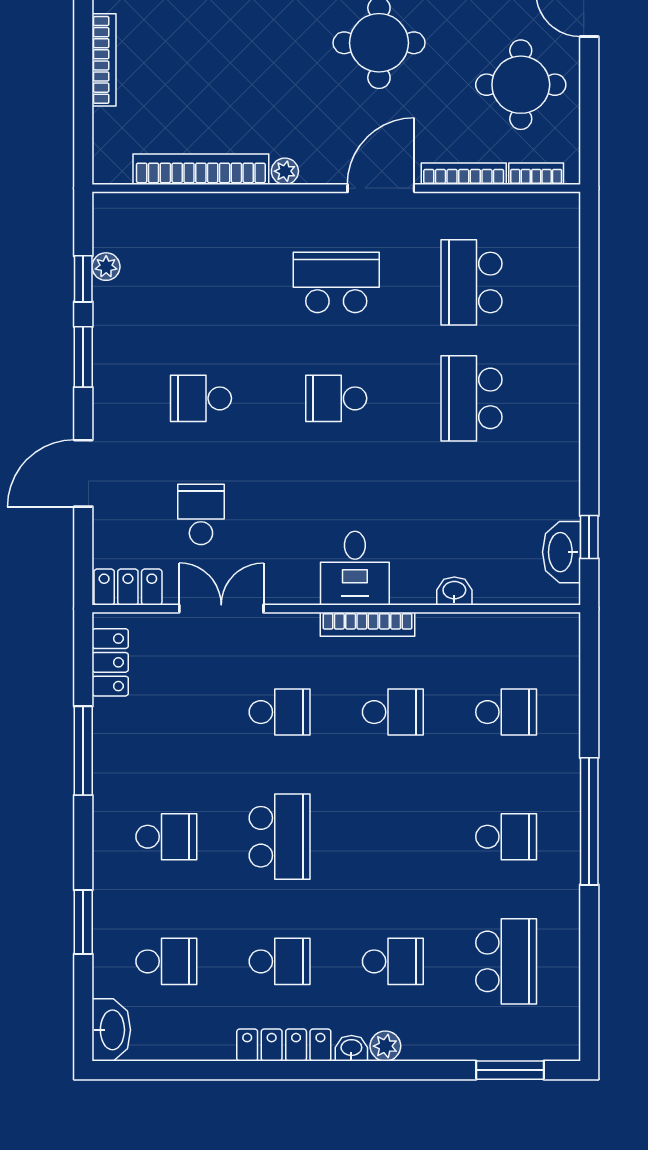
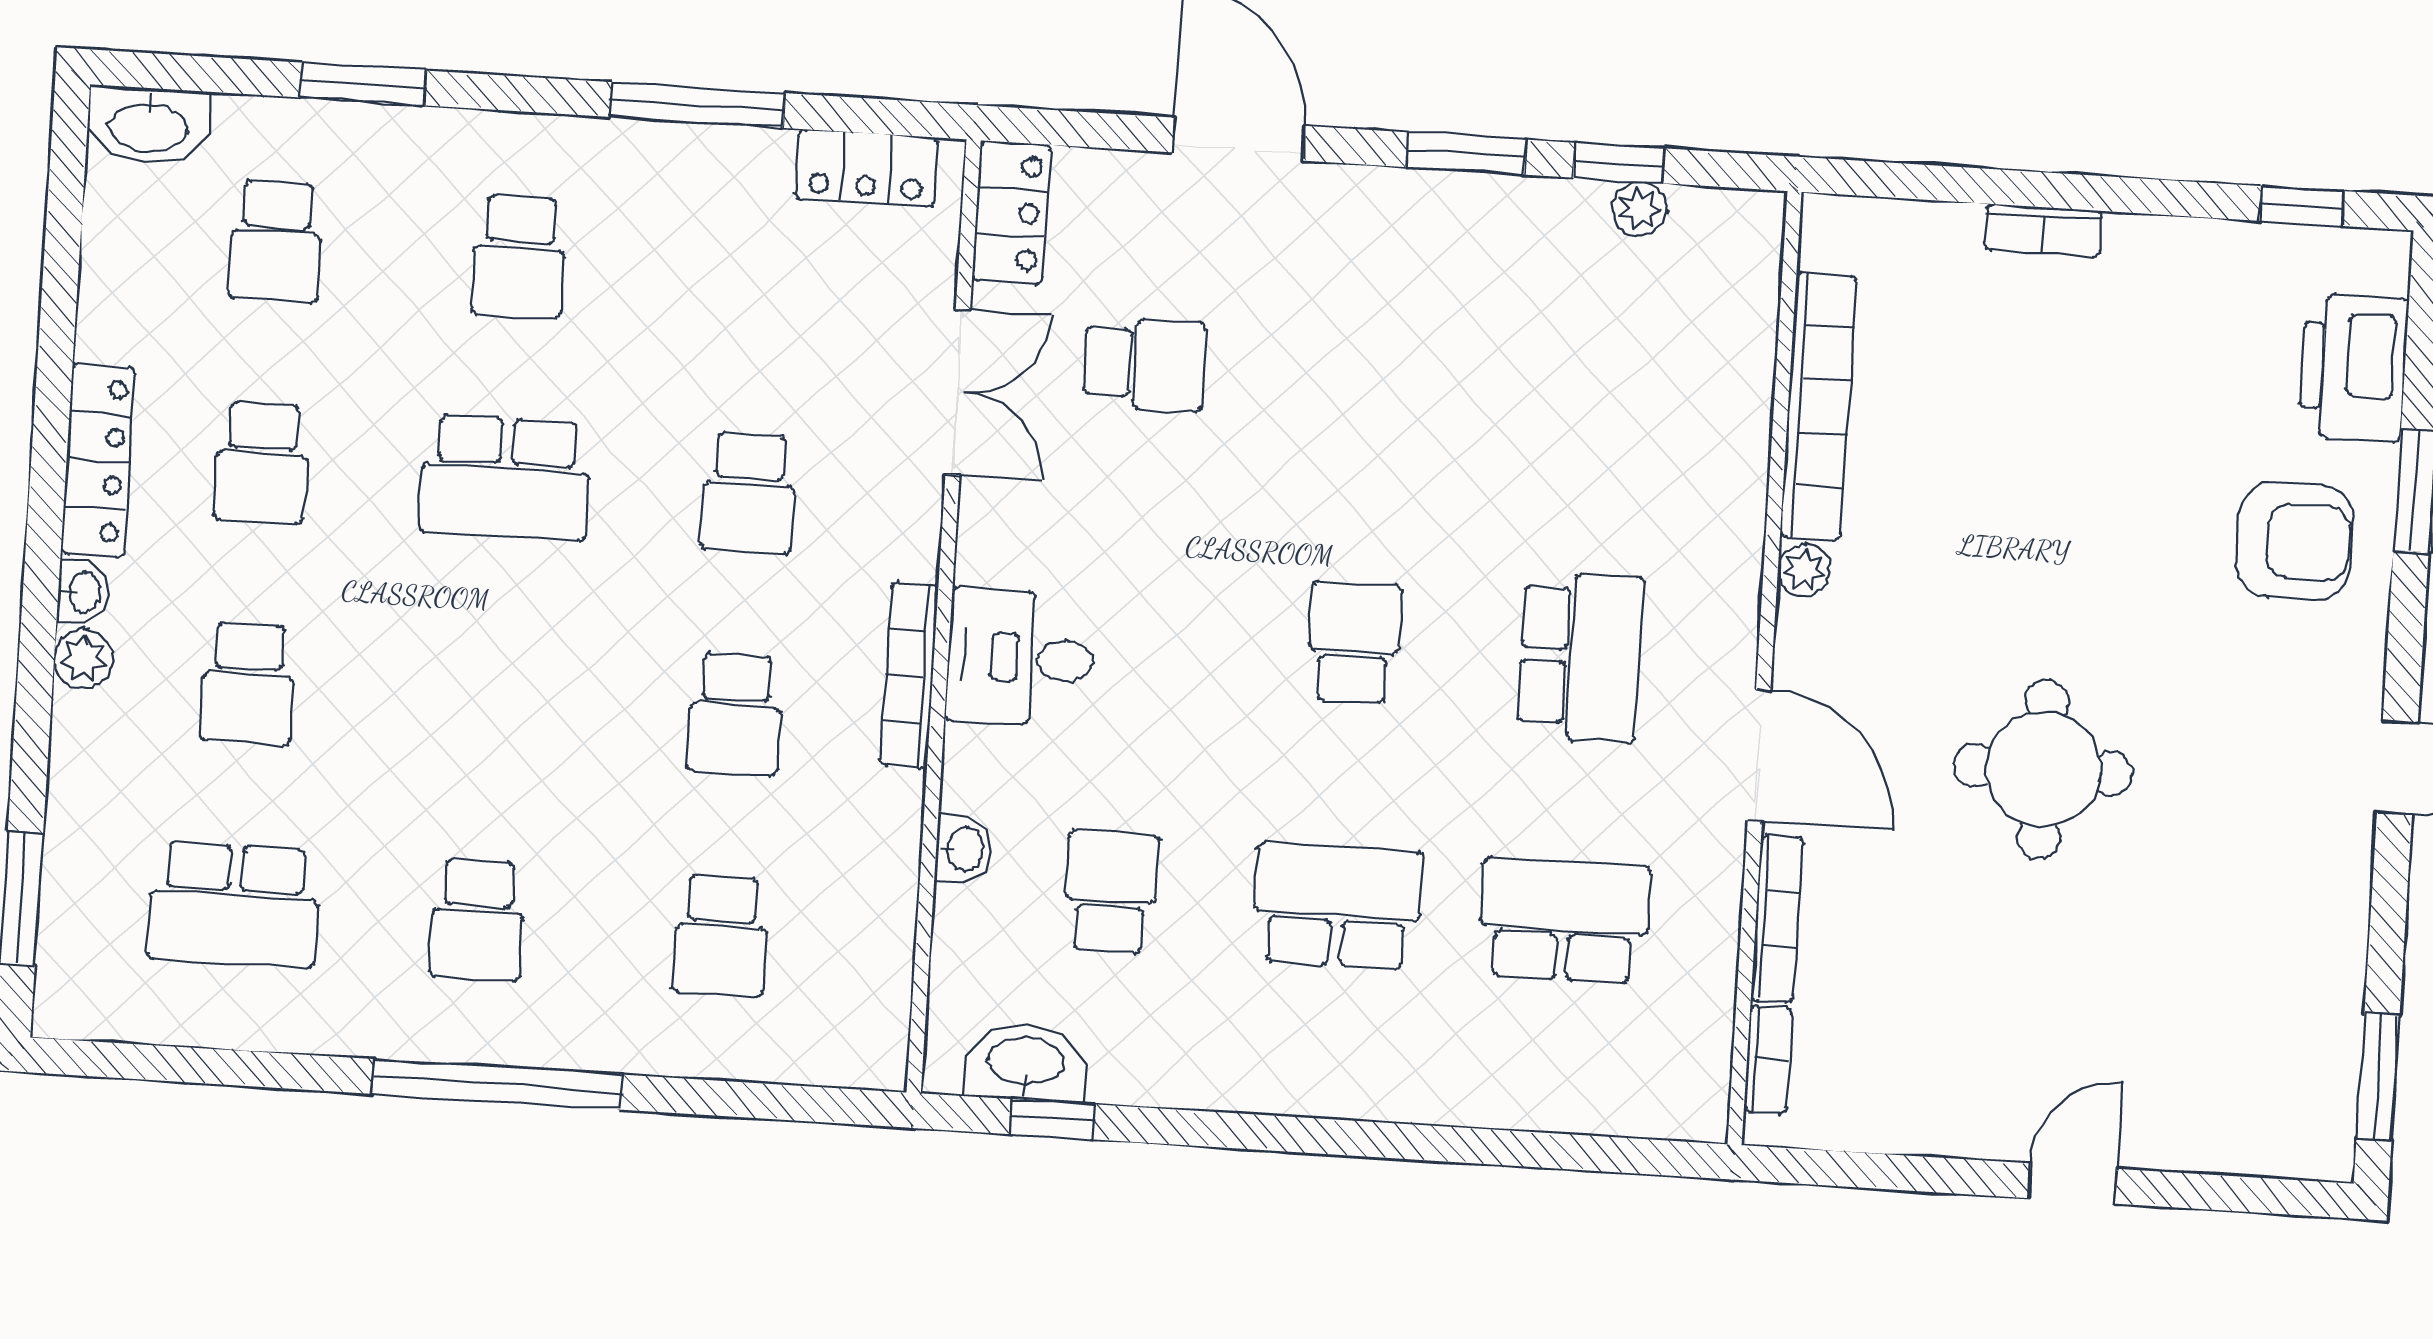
bookcase: (104, 60) -> (2044, 230), width x0.64
round table: (521, 85) -> (1944, 1041), removed
school desk: (201, 398) -> (1111, 892), moved

